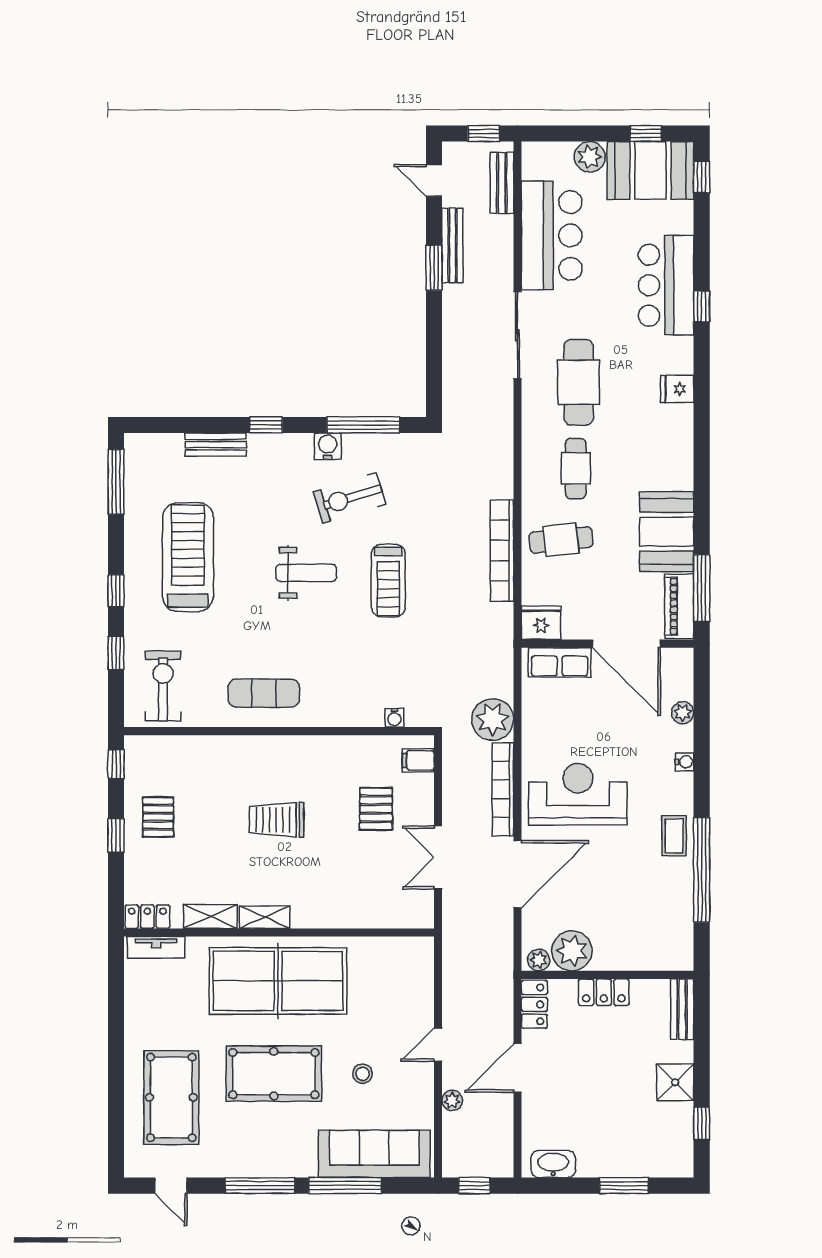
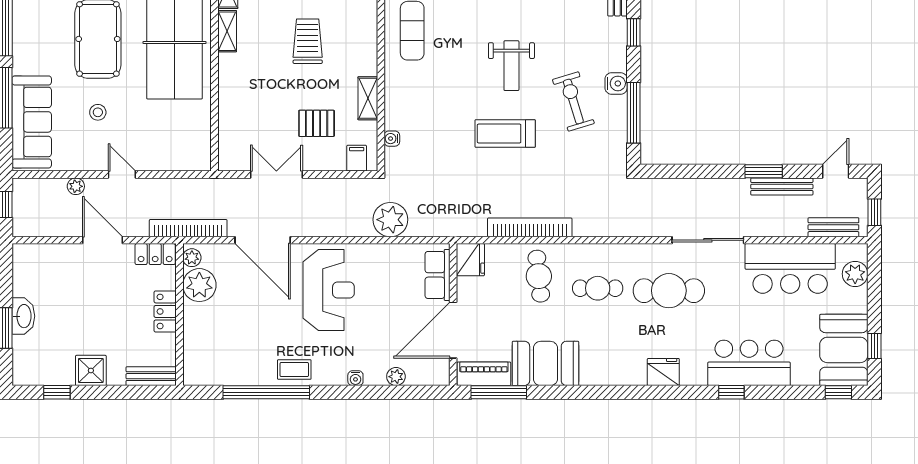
plant: (590, 157) -> (855, 274), moved
fridge: (677, 389) -> (663, 372), width x1.38
shelving: (346, 747) -> (368, 98), added
bookcase: (503, 789) -> (188, 228), moved
washbasin: (553, 1164) -> (23, 316), moved

